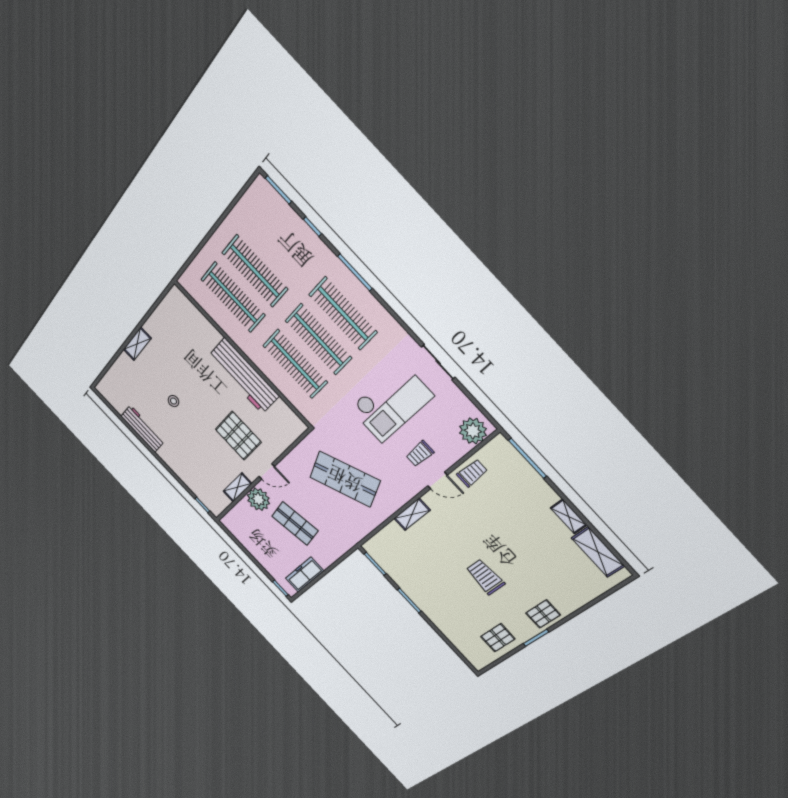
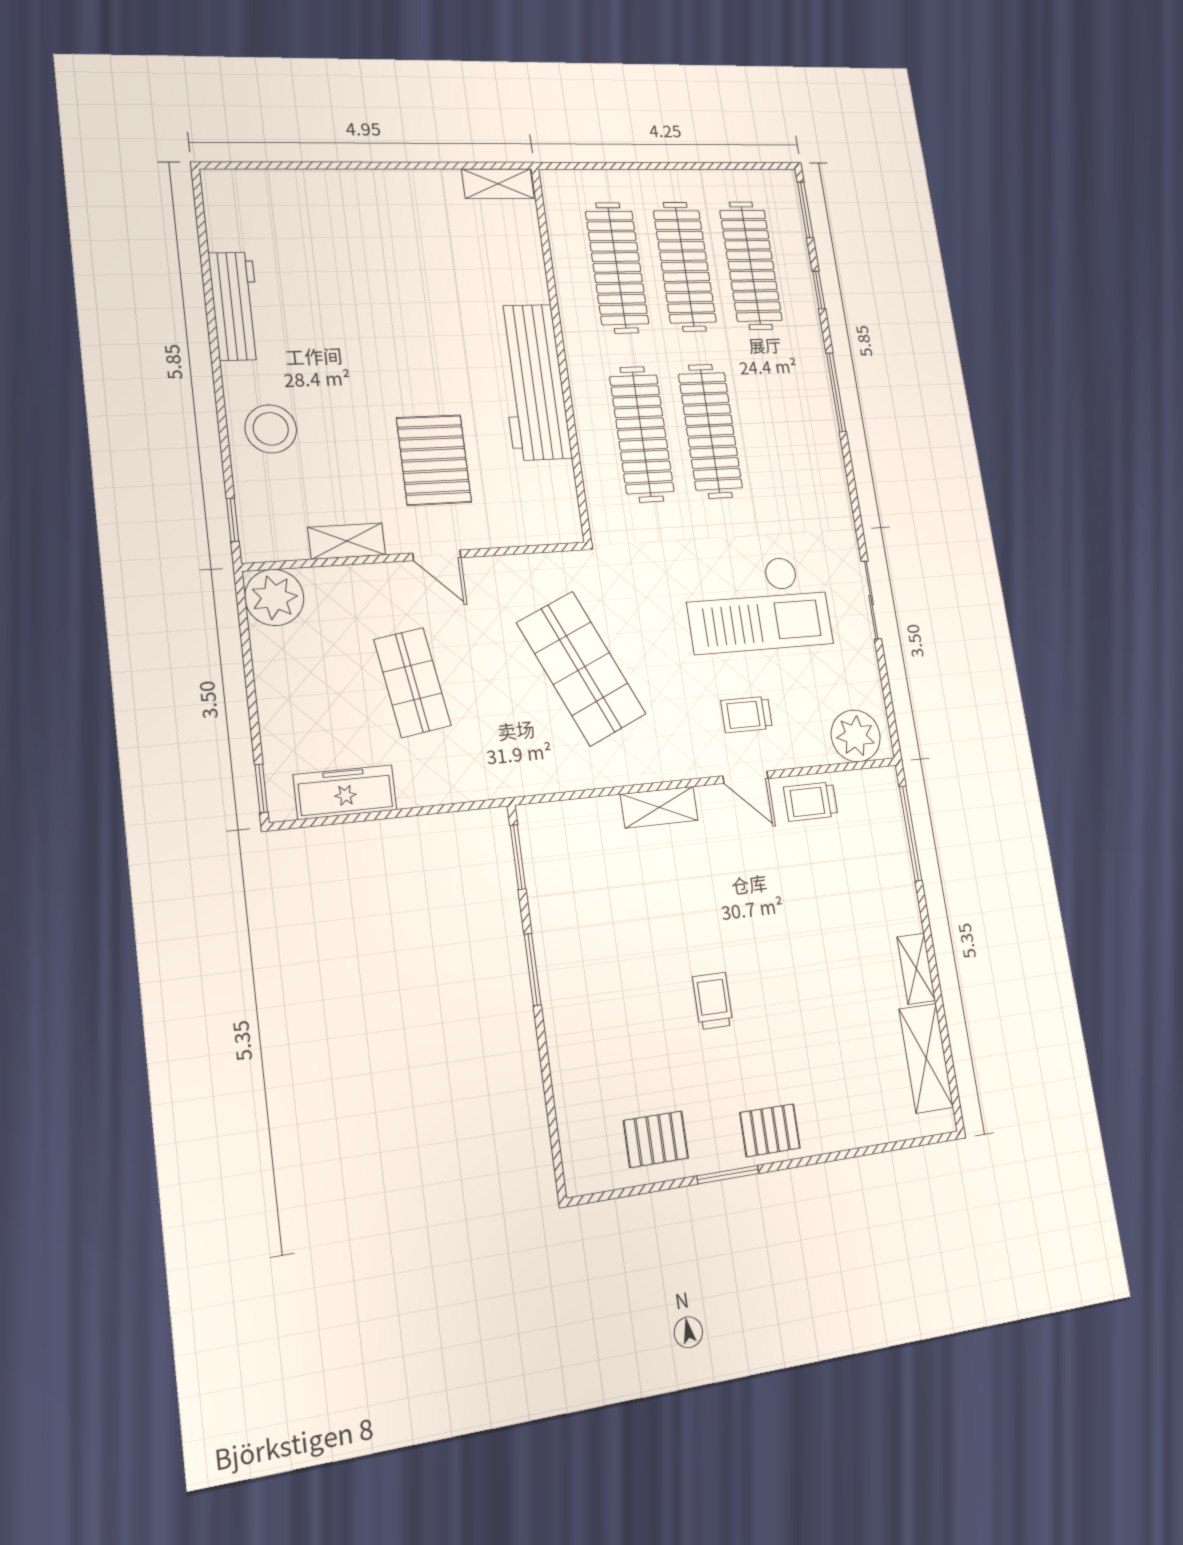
clothes rail: (343, 313) -> (751, 265), moved
shelving: (137, 344) -> (498, 184), moved
stool: (173, 401) -> (271, 429), moved, width x1.89, depth x1.89
trolley: (472, 473) -> (811, 801), turned 180
plant: (258, 499) -> (274, 597), moved
trolley: (485, 577) -> (713, 1001), width x0.73, depth x0.72

